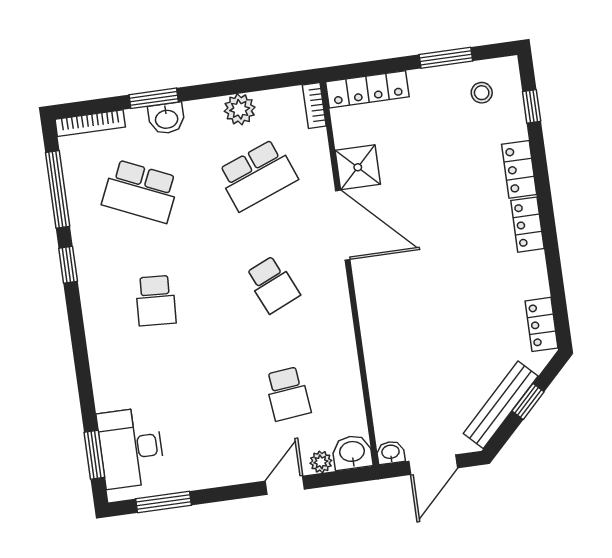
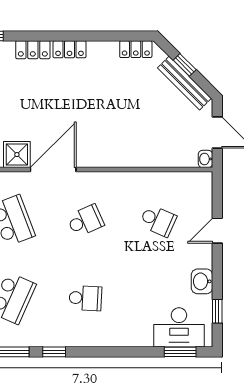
school desk: (288, 394) -> (158, 221), turned 30
washbasin: (352, 452) -> (202, 281), moved
plant: (321, 462) -> (205, 205), removed
door: (285, 485) -> (217, 231), hinge flipped
window: (164, 502) -> (217, 311), width x0.67

